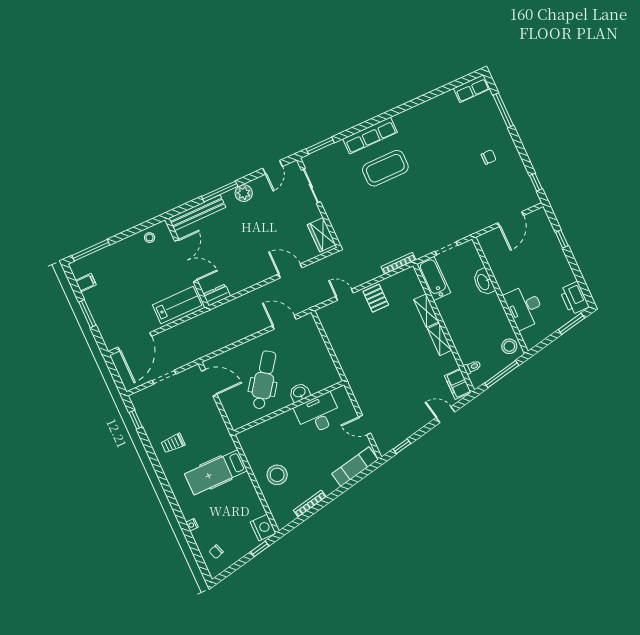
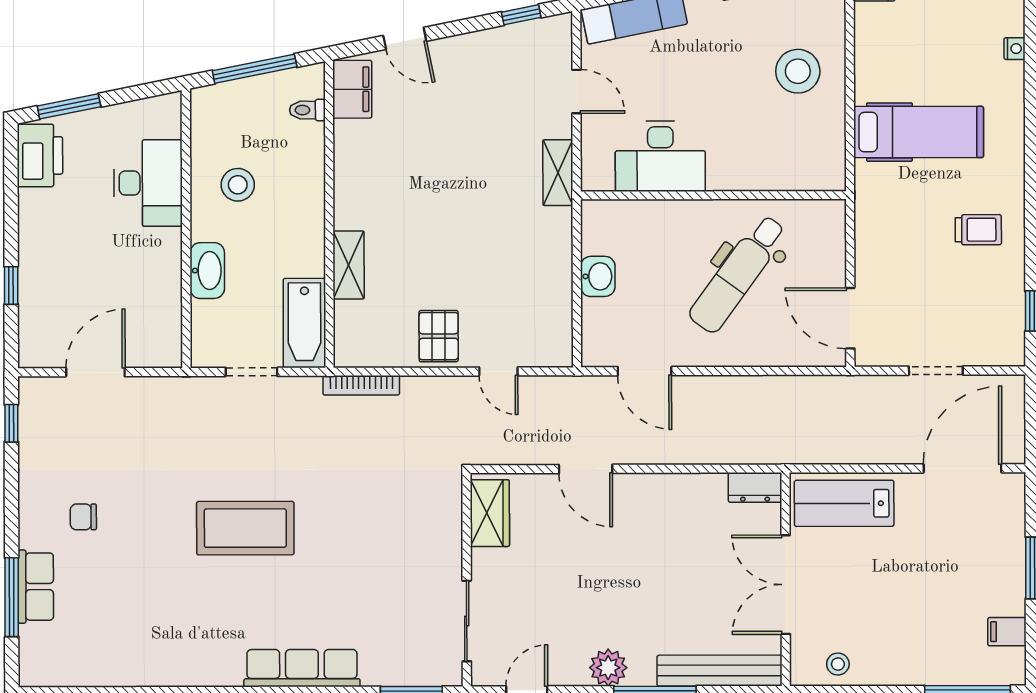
row of seats: (472, 89) -> (36, 587), moved, turned 90
coffee table: (385, 168) -> (245, 528), moved
shelving: (440, 339) -> (558, 173), moved
stool: (509, 346) -> (238, 185), moved
washbasin: (299, 392) -> (598, 276), moved, turned -90

